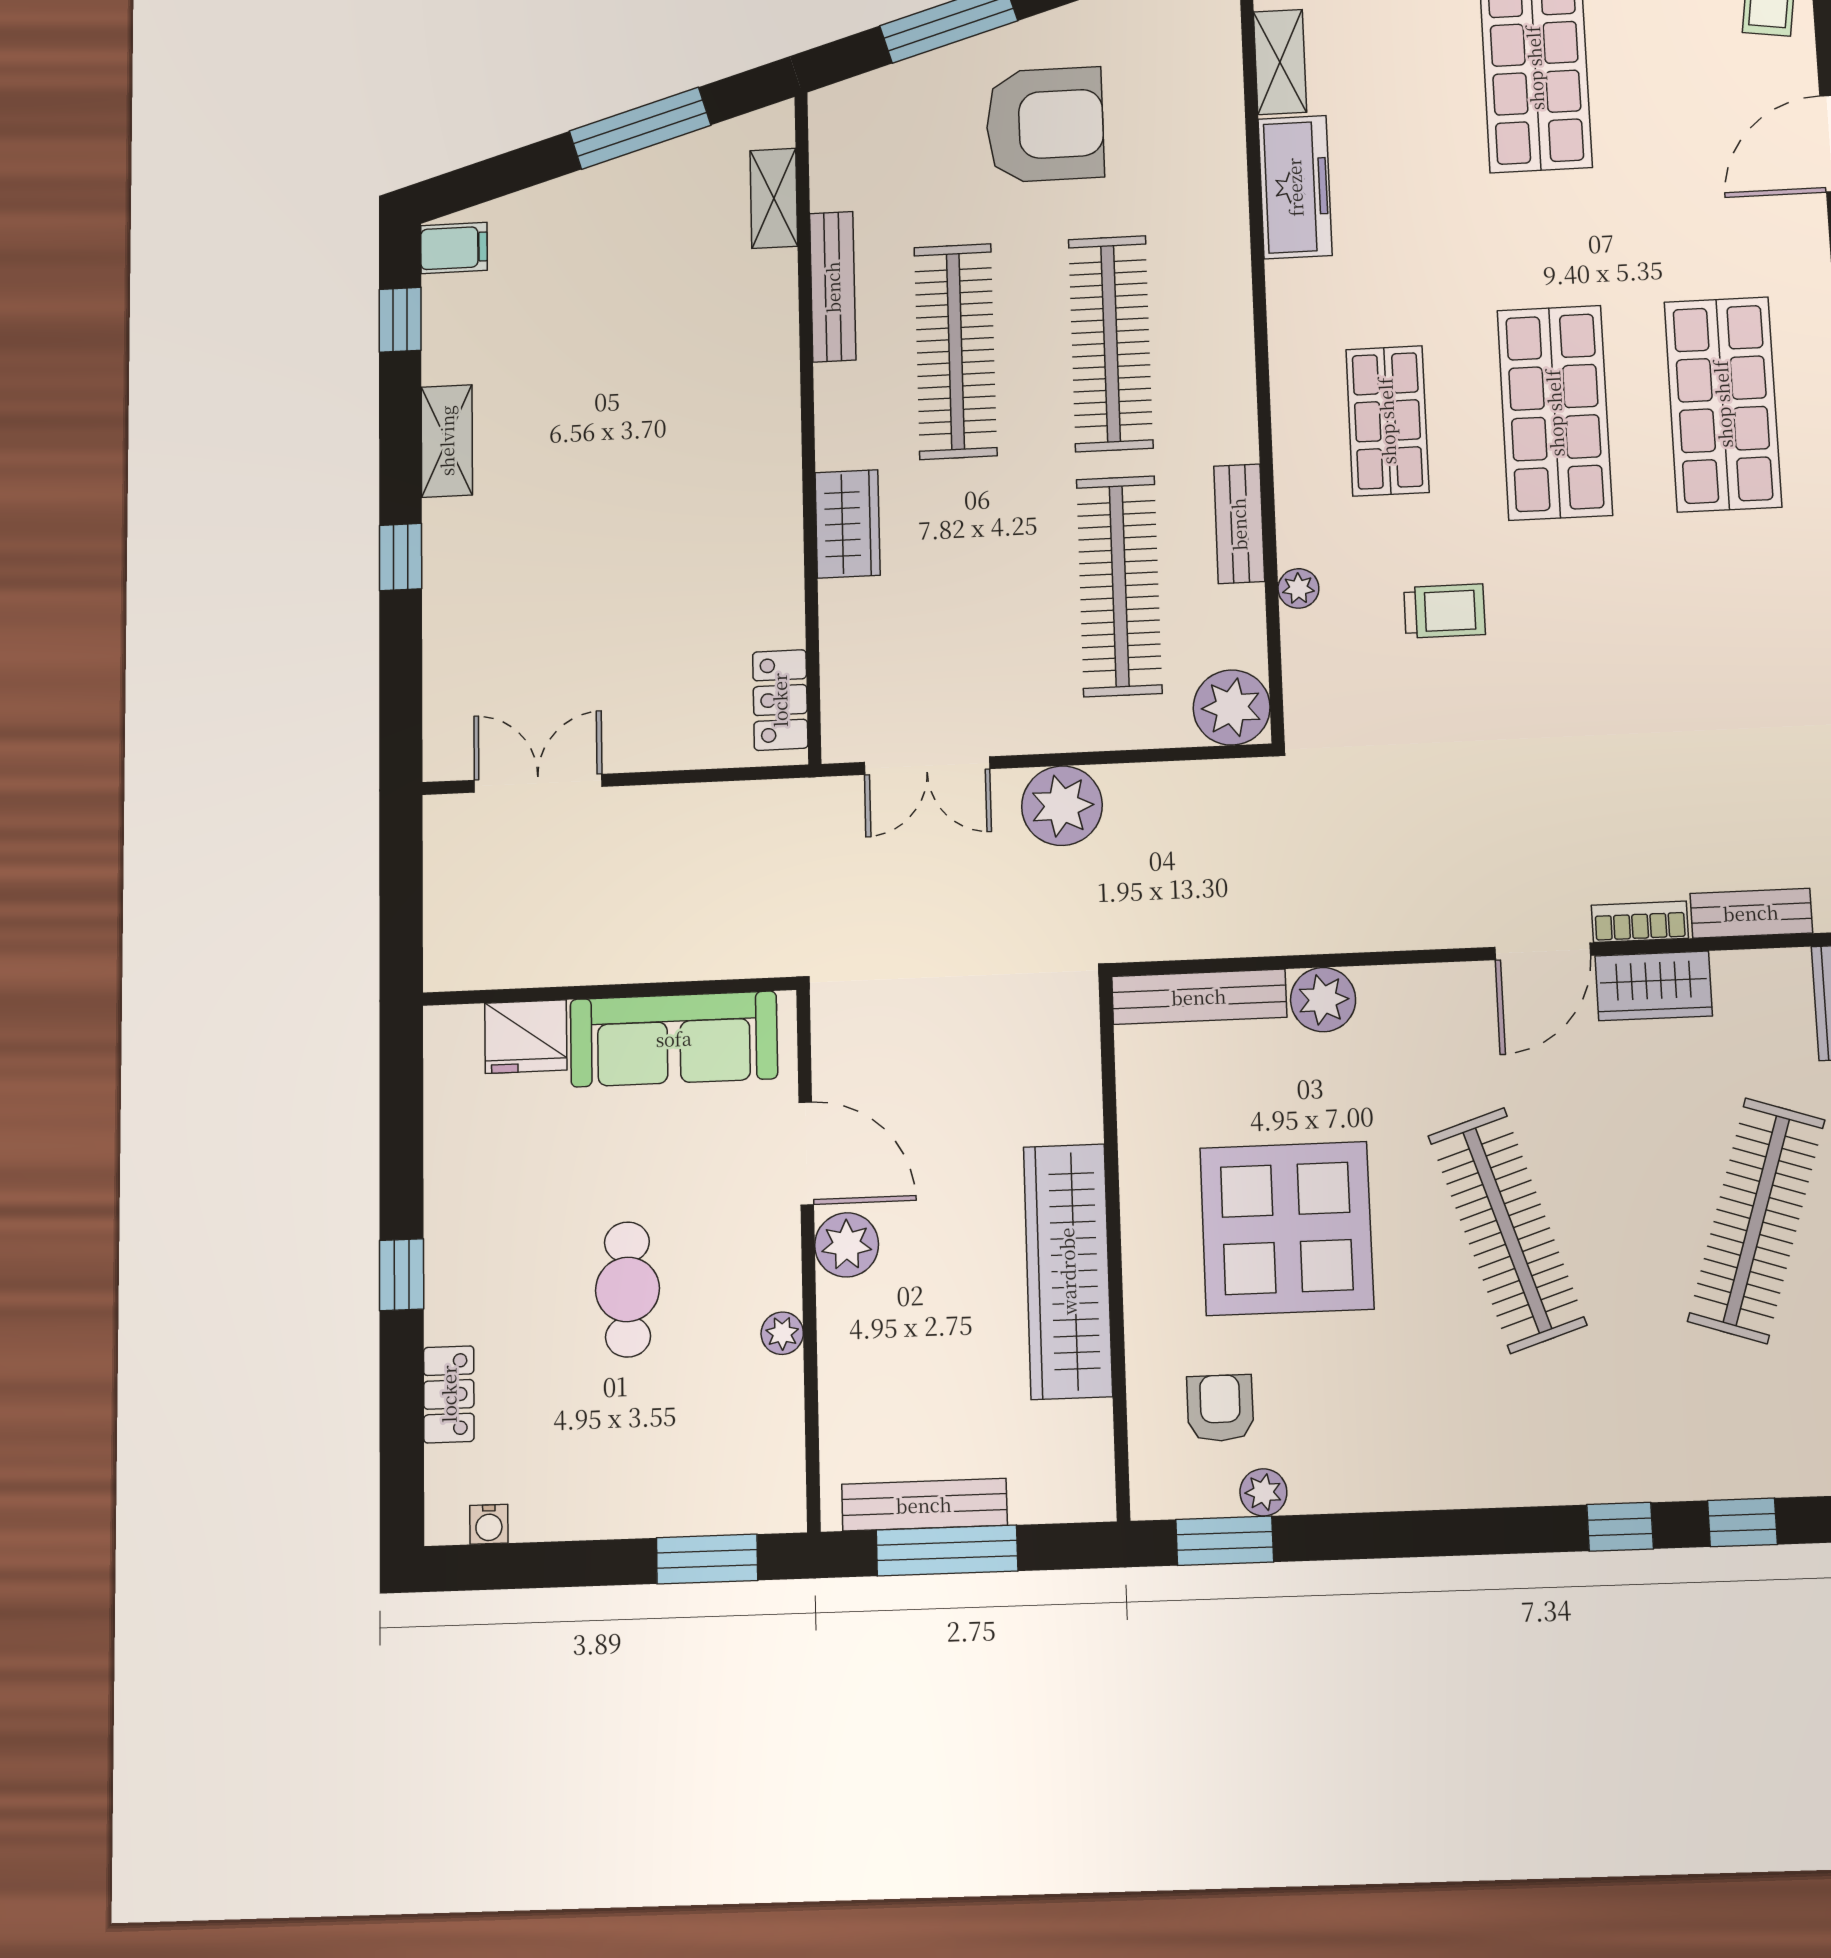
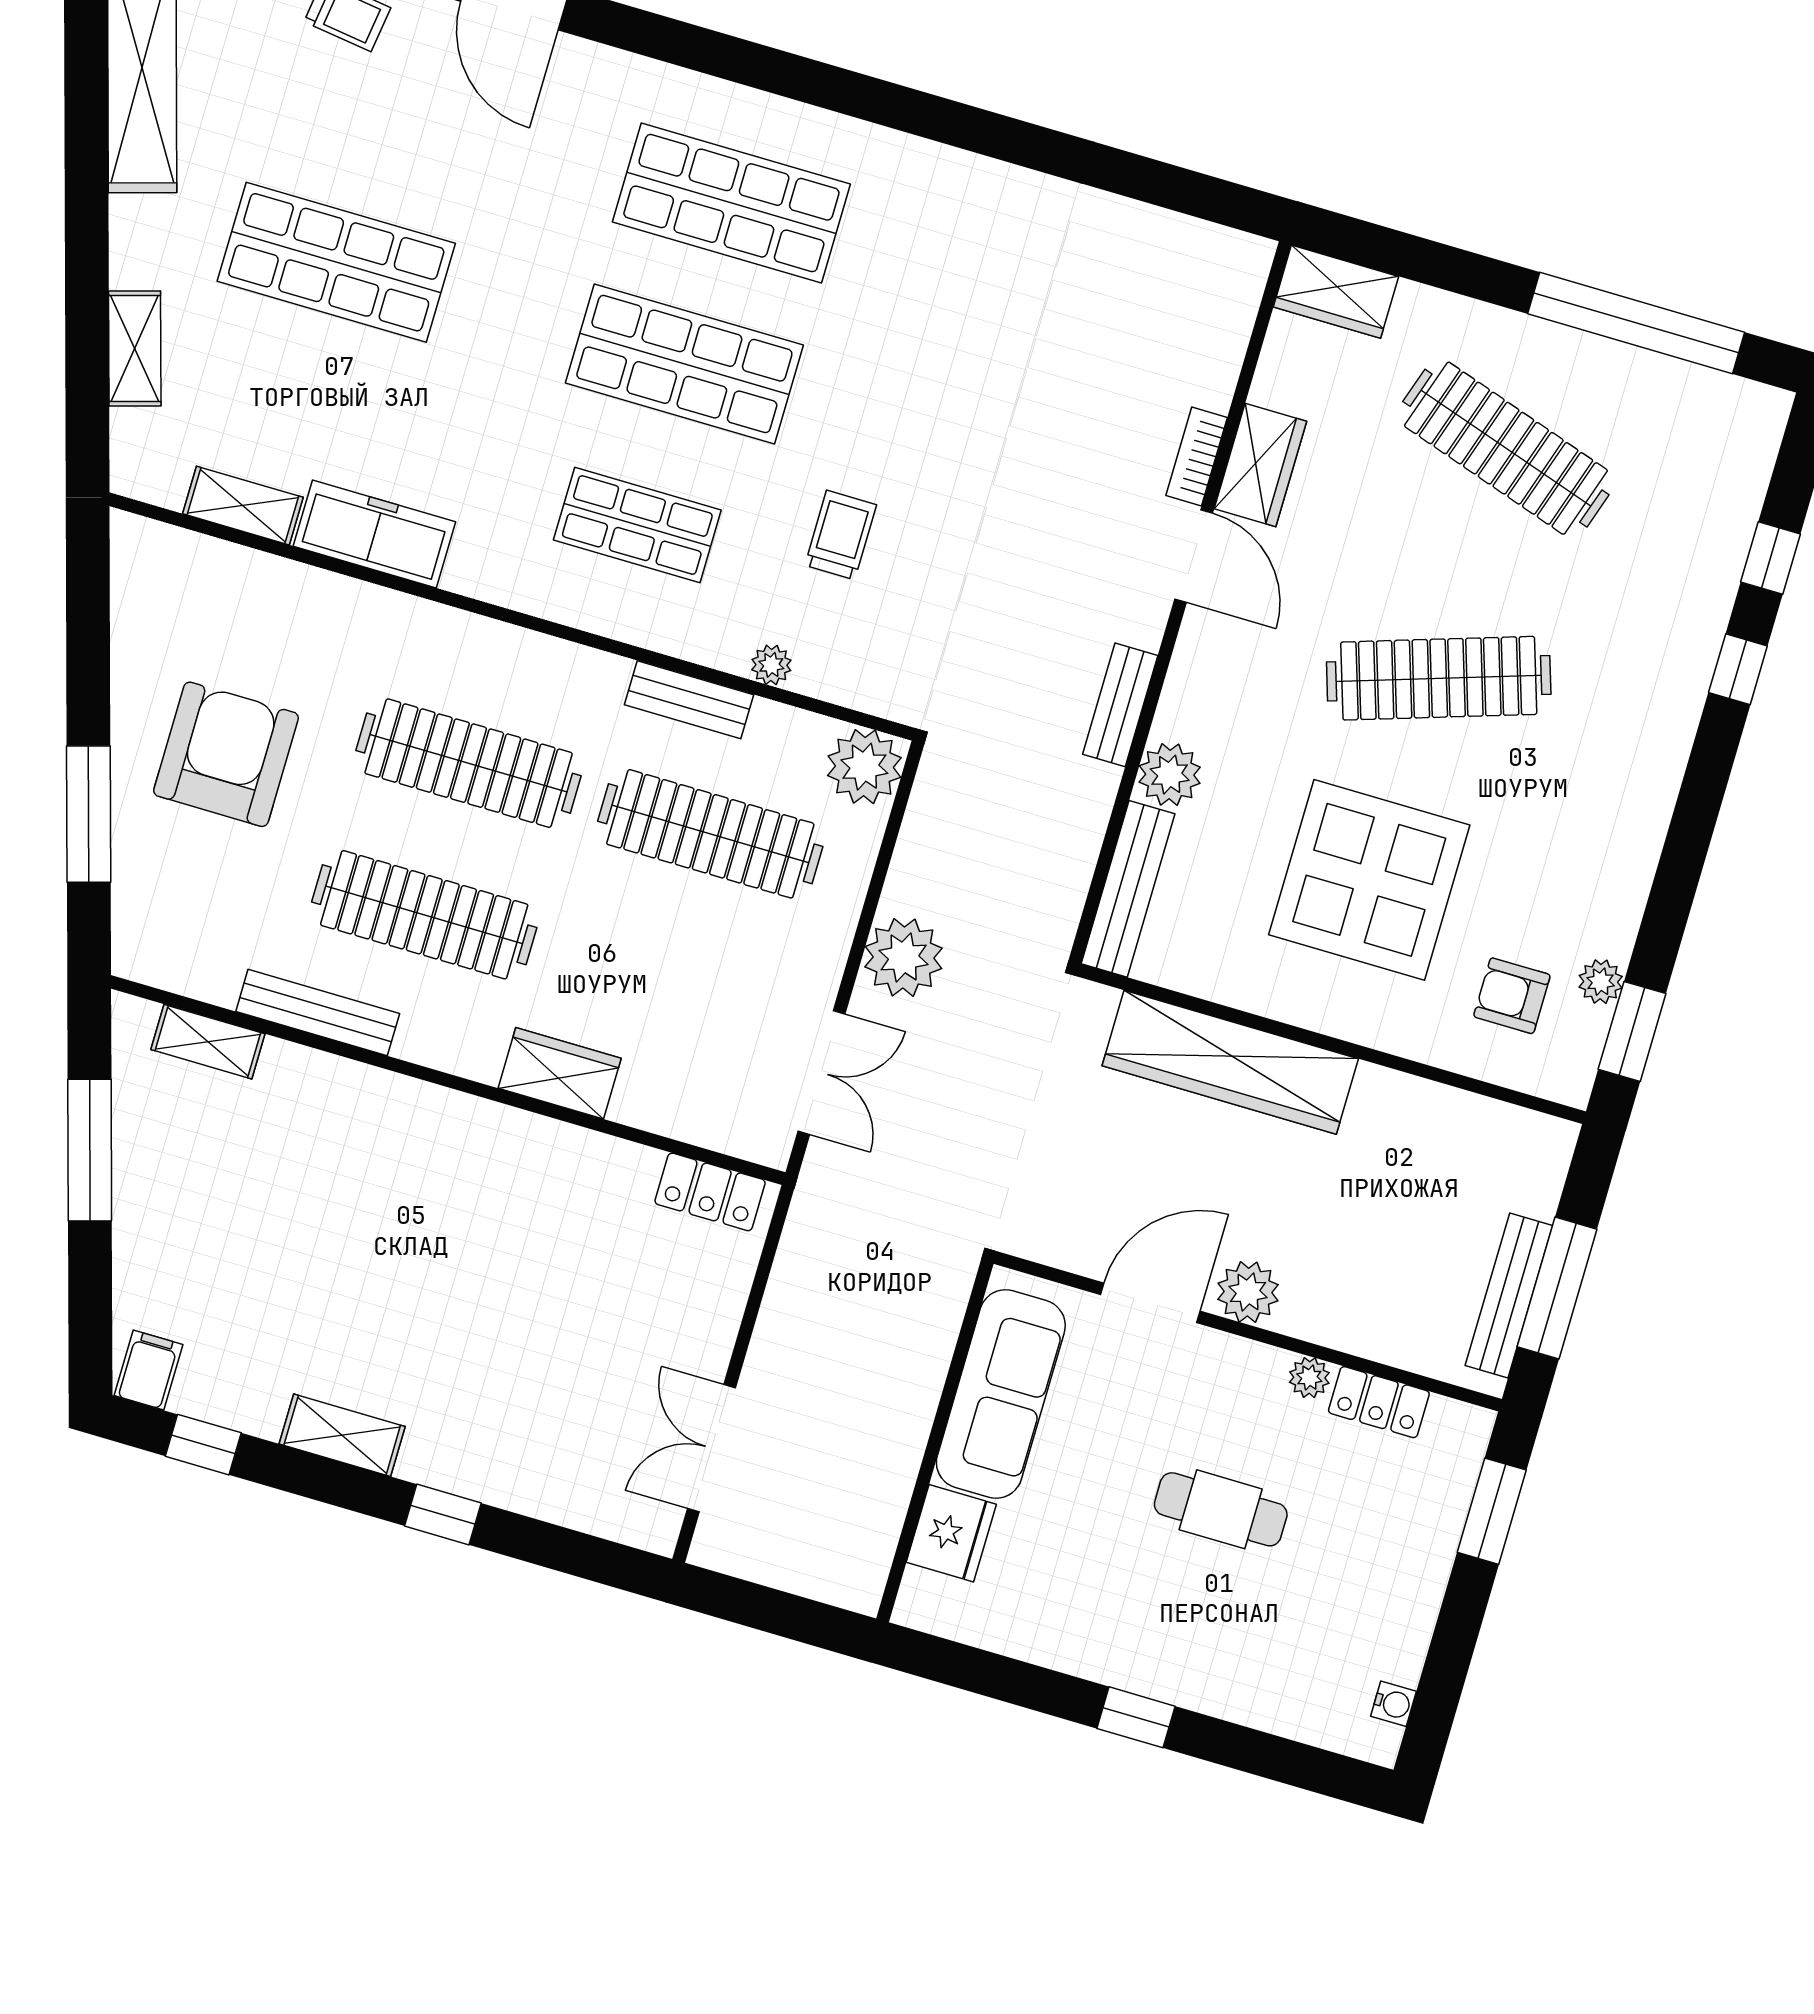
bench: (1751, 913) -> (1120, 705), moved
wardrobe: (1068, 1271) -> (1230, 1062), moved
locker: (449, 1394) -> (1379, 1402), moved, turned 180

